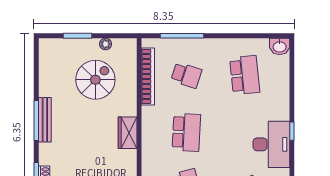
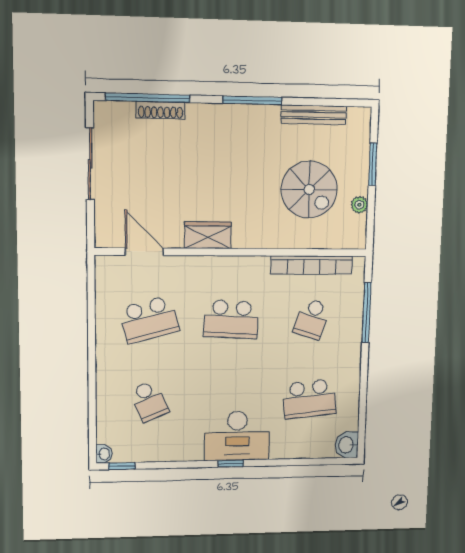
bench: (45, 120) -> (314, 115), moved
wardrobe: (128, 133) -> (208, 235), moved
desk: (271, 144) -> (237, 436), moved

